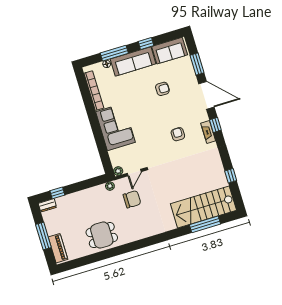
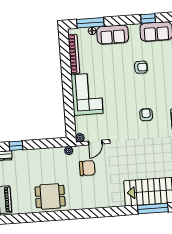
window: (146, 44) -> (148, 19), moved
window: (114, 53) -> (90, 23), moved
sofa: (133, 61) -> (113, 35), width x0.73

